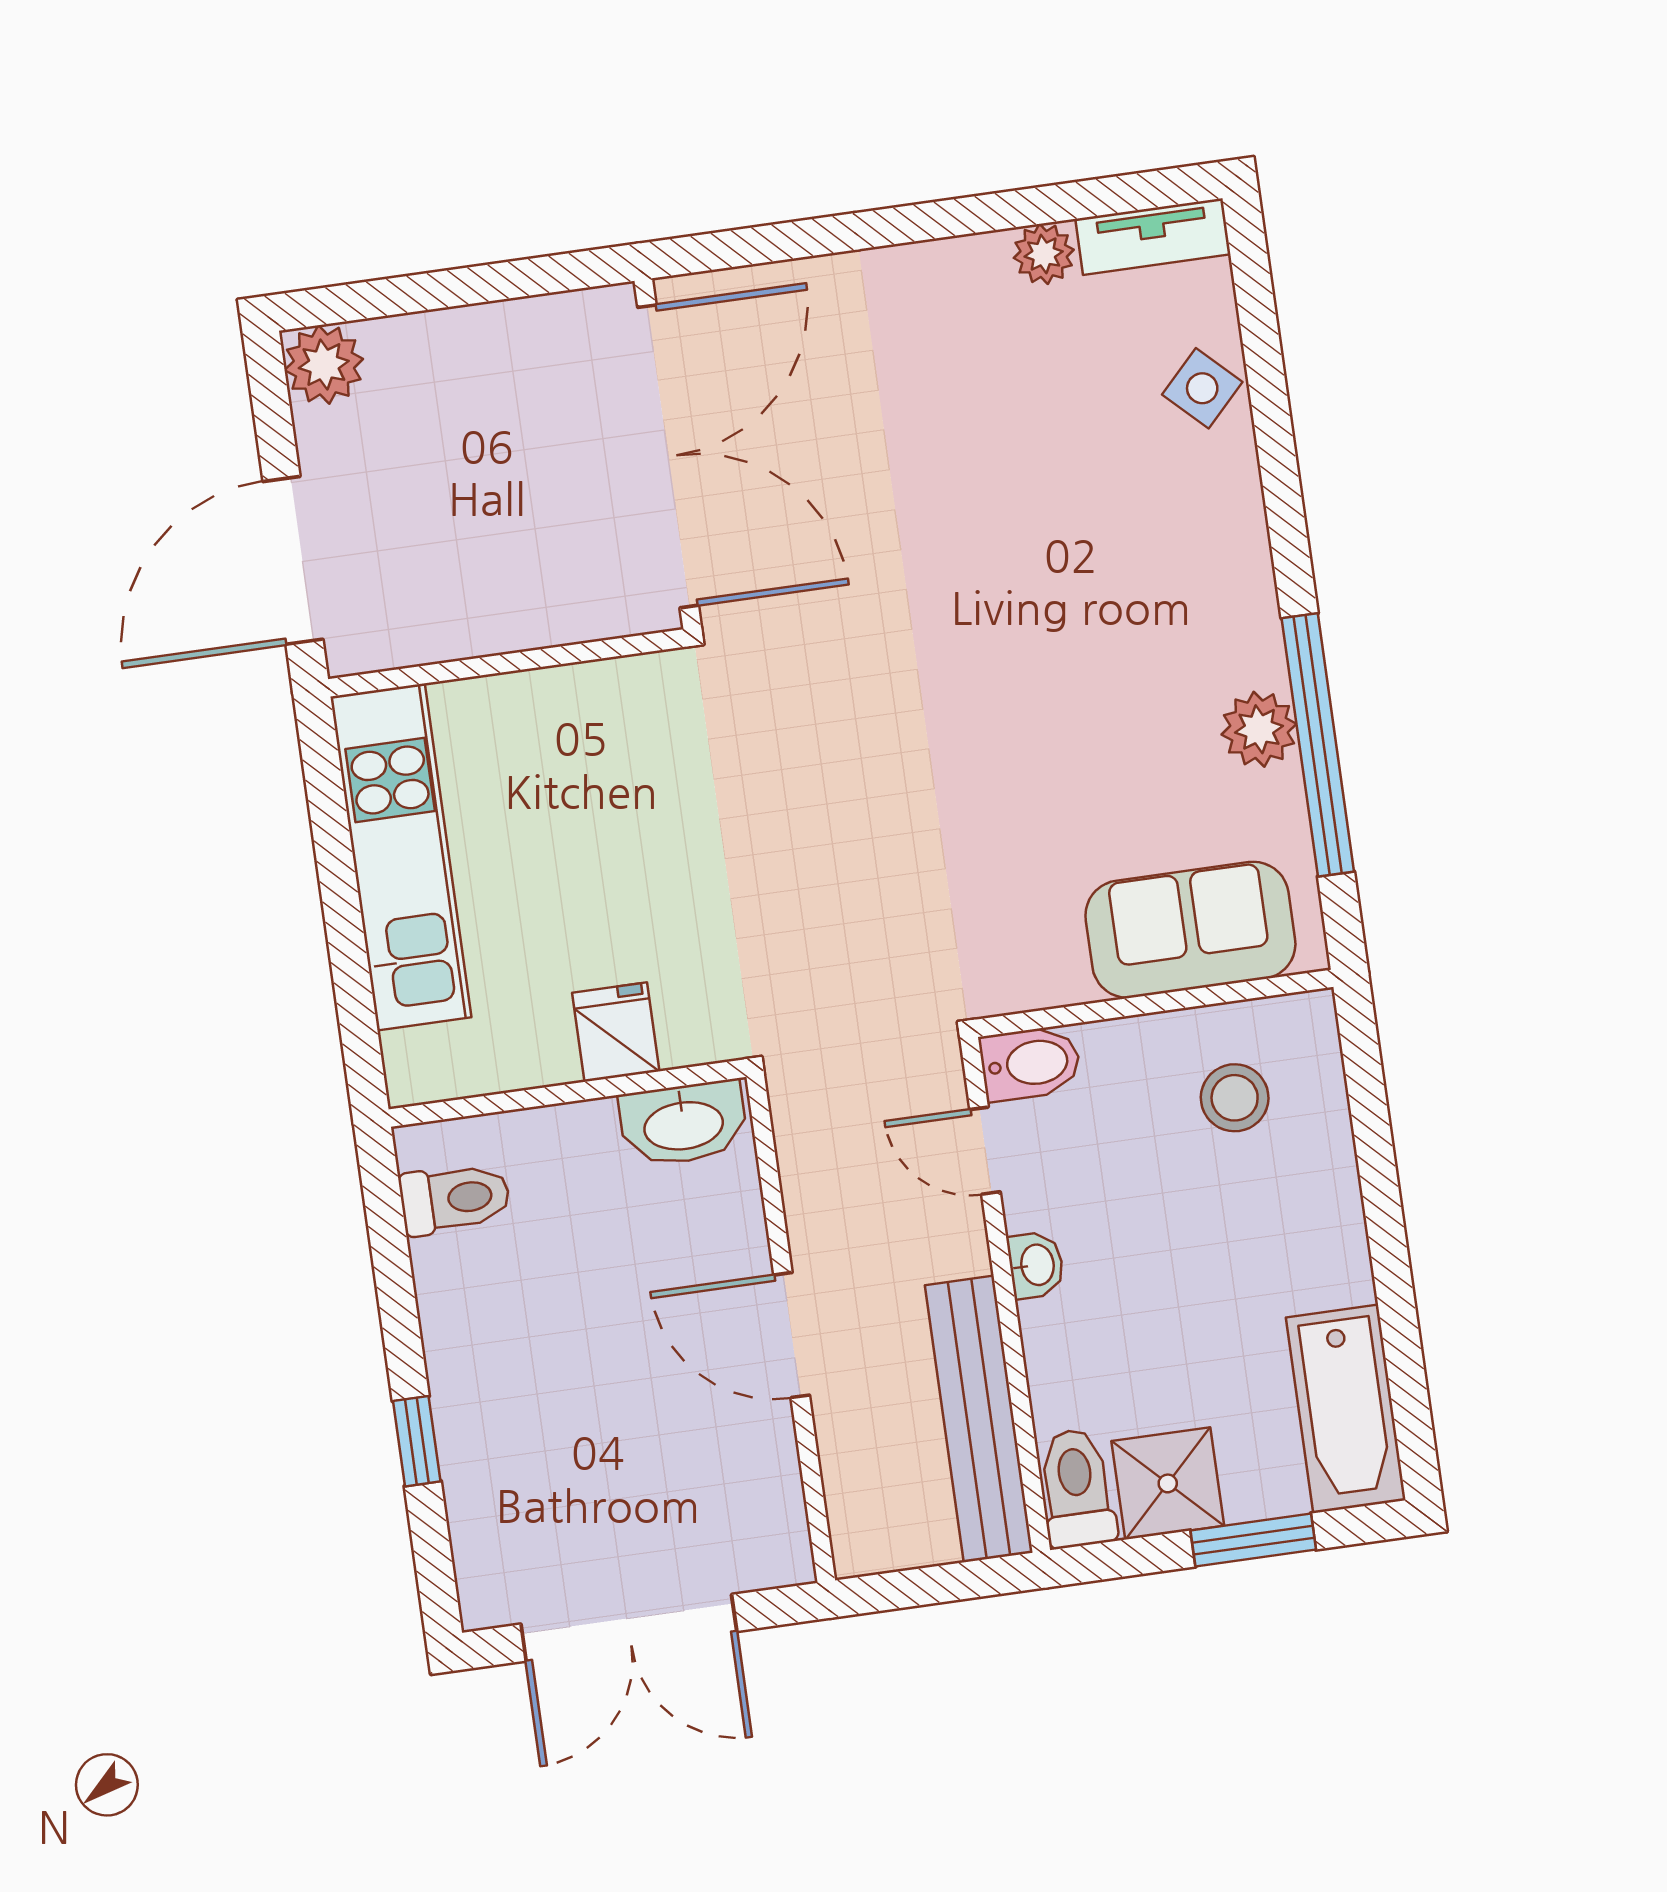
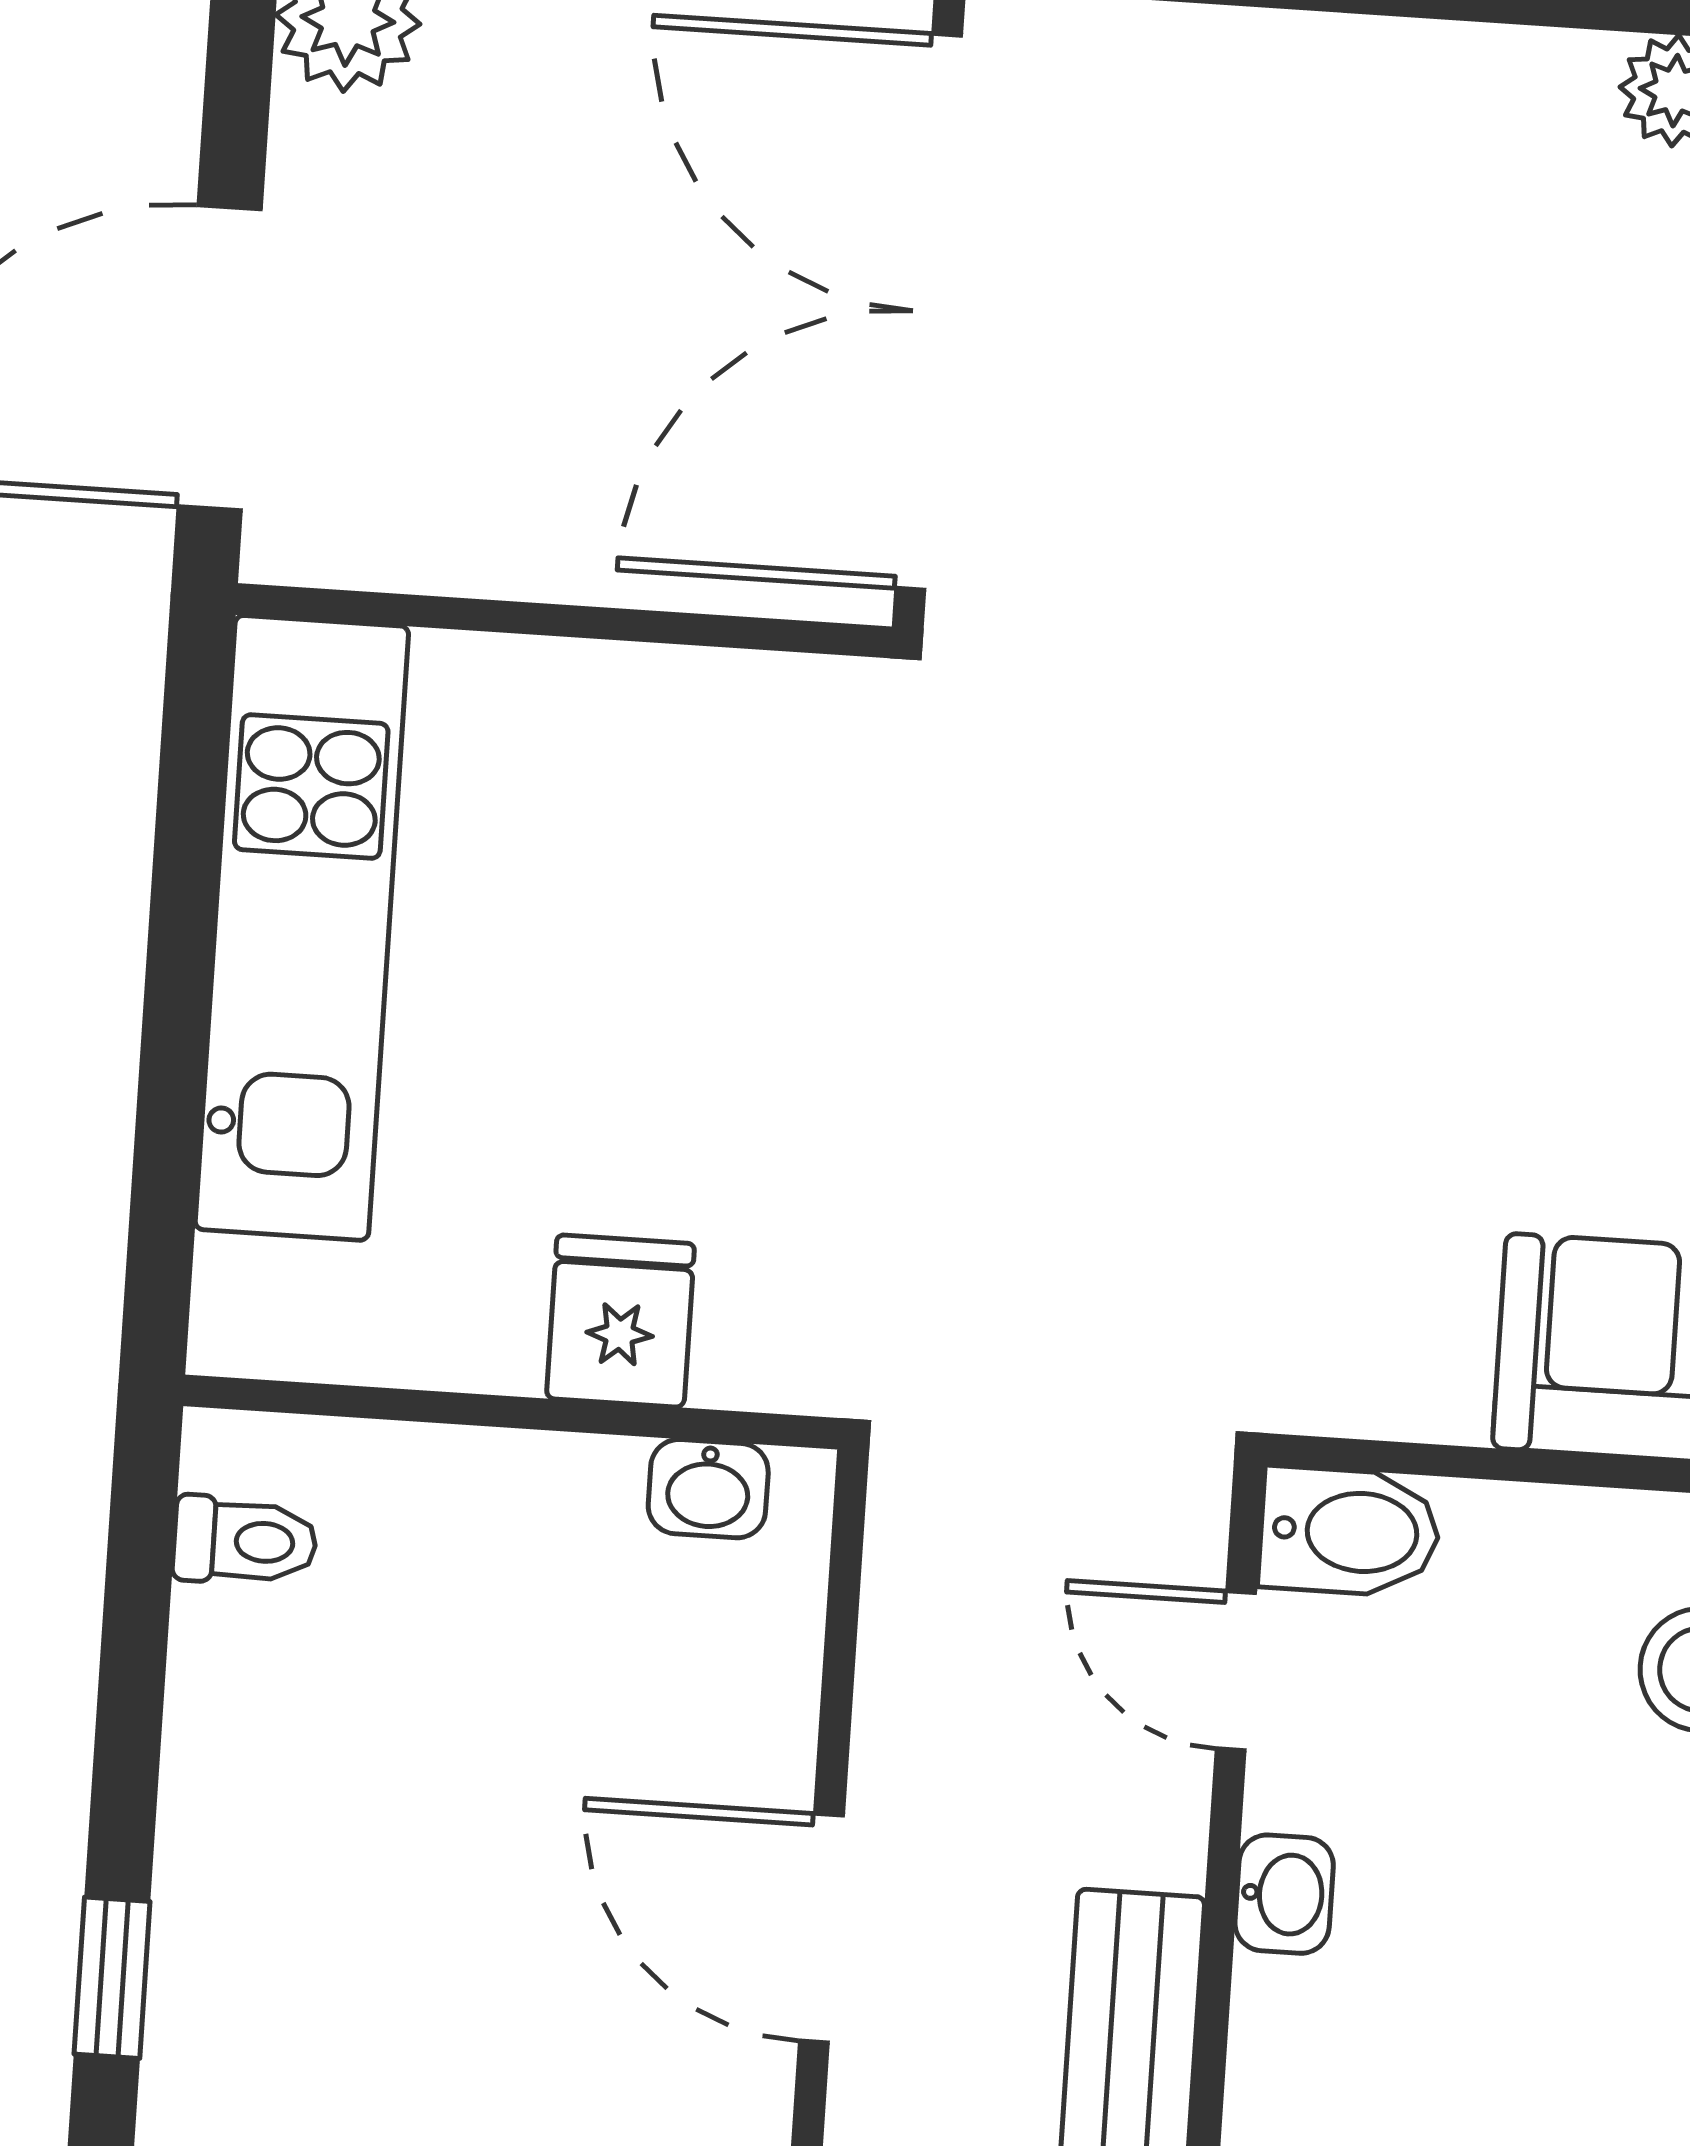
double door: (668, 456) -> (929, 312), swing flipped
washbasin: (683, 1124) -> (708, 1489), width x0.52, depth x0.69
toilet: (455, 1199) -> (245, 1541), width x0.73, depth x0.72

